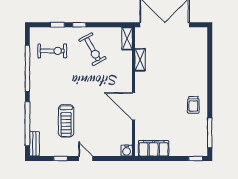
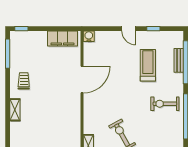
exercise bike: (52, 51) -> (165, 104), moved
shelving: (140, 60) -> (15, 110), moved
door: (134, 106) -> (82, 79), hinge flipped
bench: (34, 144) -> (179, 60), moved

